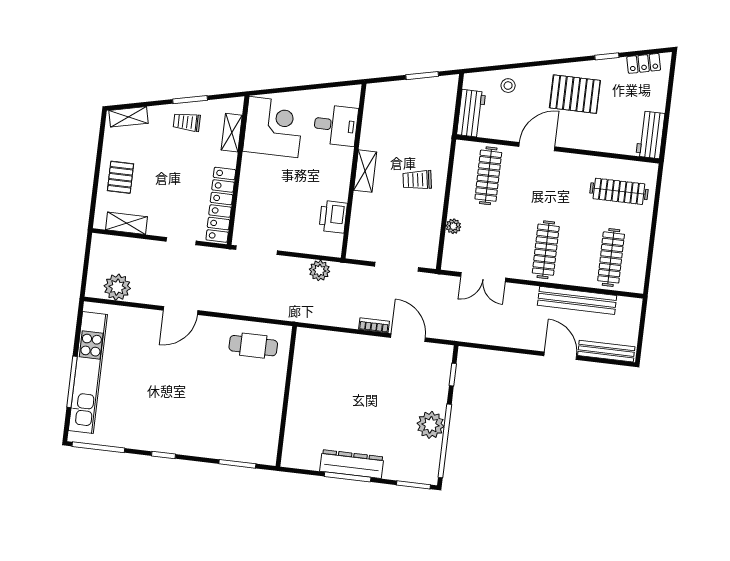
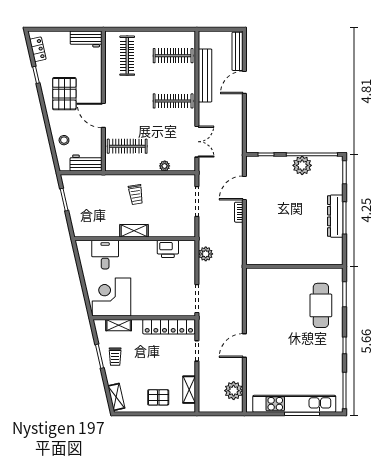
door: (181, 310) -> (244, 346), swing flipped
cafe table: (253, 346) -> (321, 305), moved, width x1.37, depth x1.35

